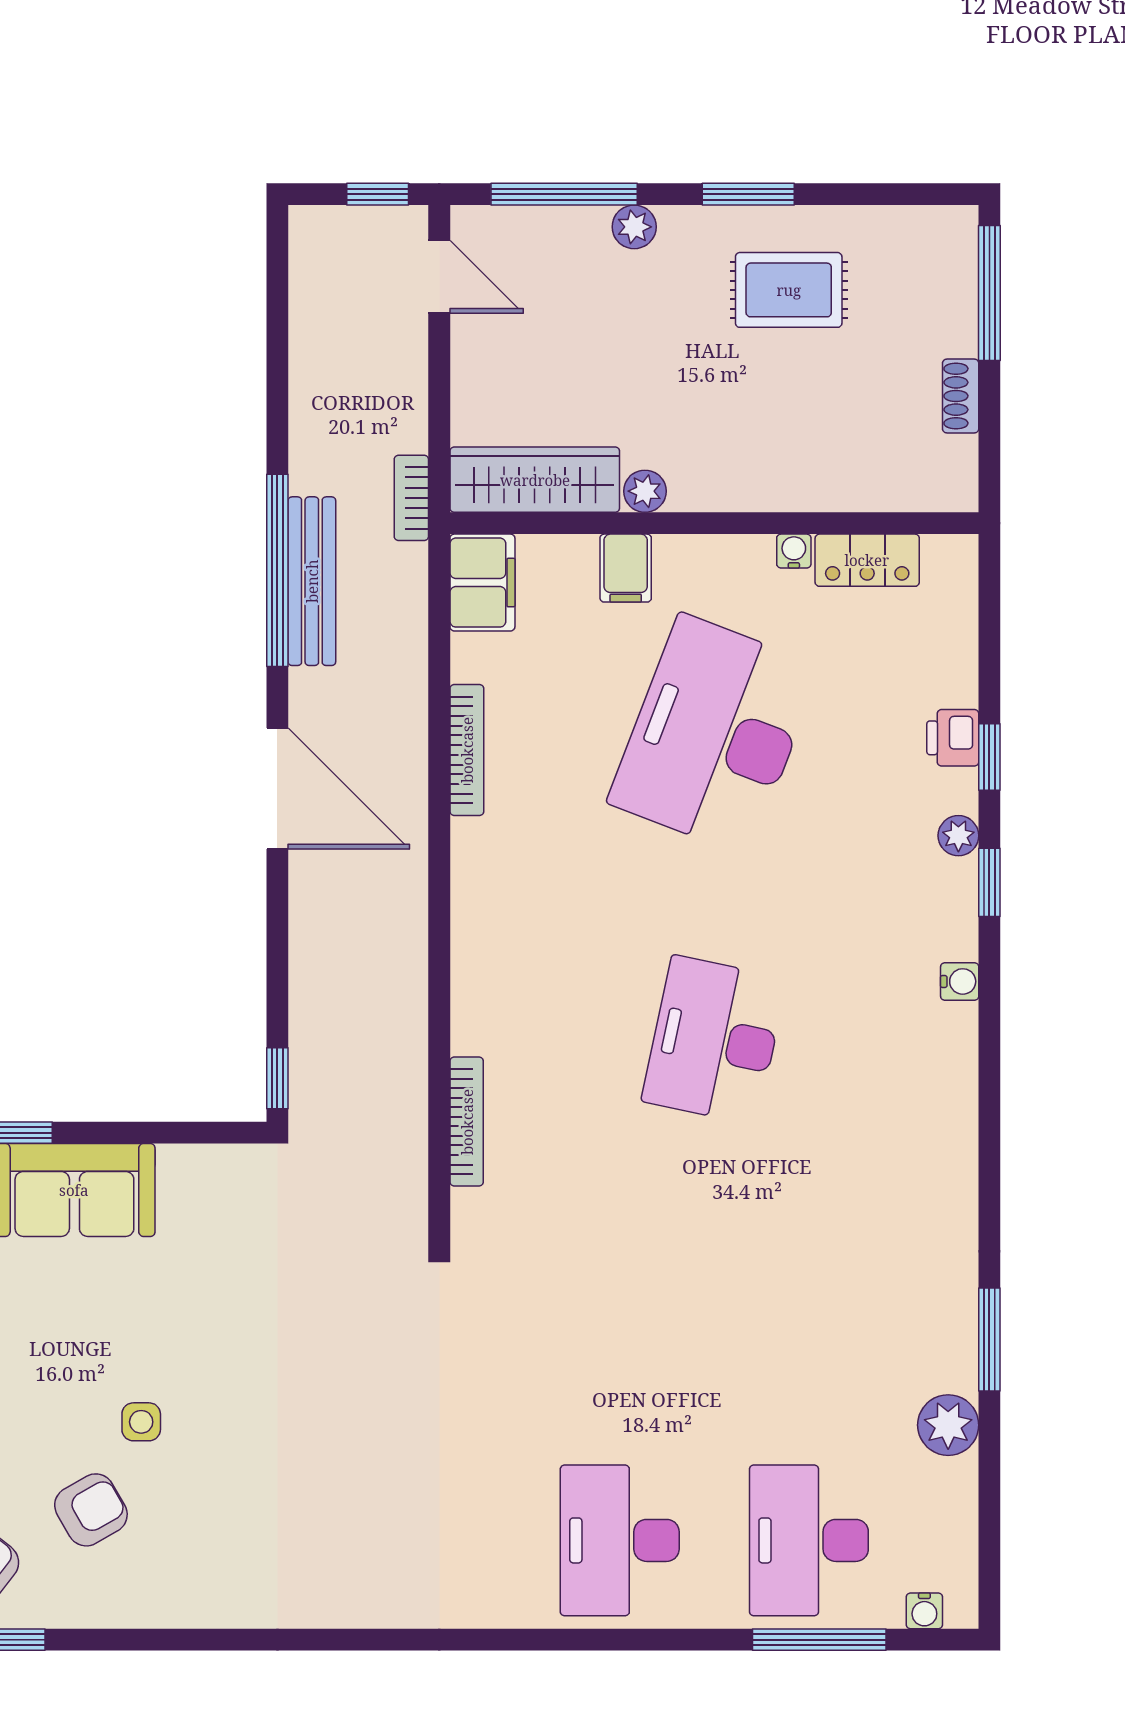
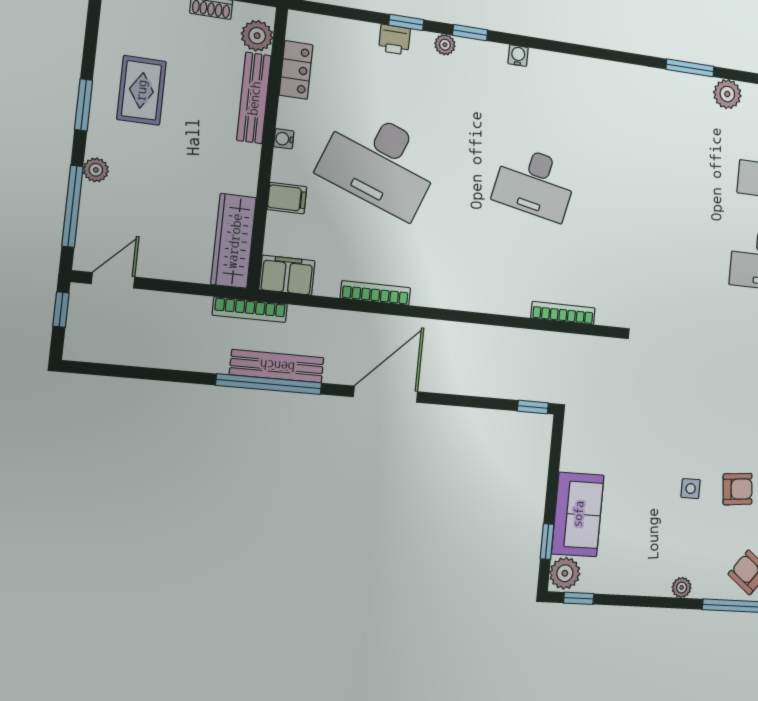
bench: (804, 489) -> (254, 98), added
plant: (645, 491) -> (257, 36), moved, width x1.38, depth x1.38
bookcase: (411, 498) -> (250, 310), width x1.56
water cooler: (794, 551) -> (284, 139), moved
armchair: (91, 1510) -> (738, 489), moved, turned 115

